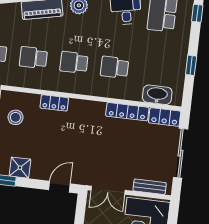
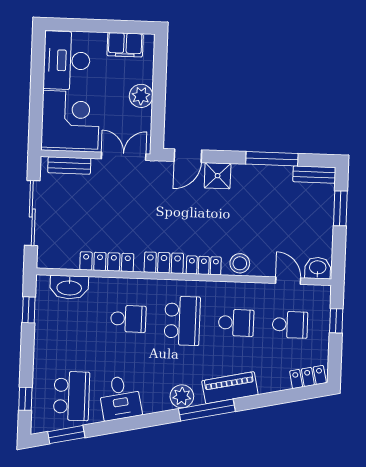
school desk: (74, 62) -> (182, 321), width x1.85
window: (191, 65) -> (29, 310), moved
stool: (16, 117) -> (240, 263), moved
locker: (165, 117) -> (164, 263), moved
shower: (20, 168) -> (218, 176), moved

